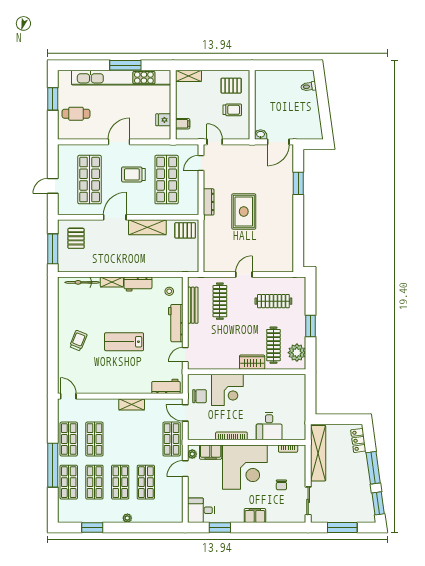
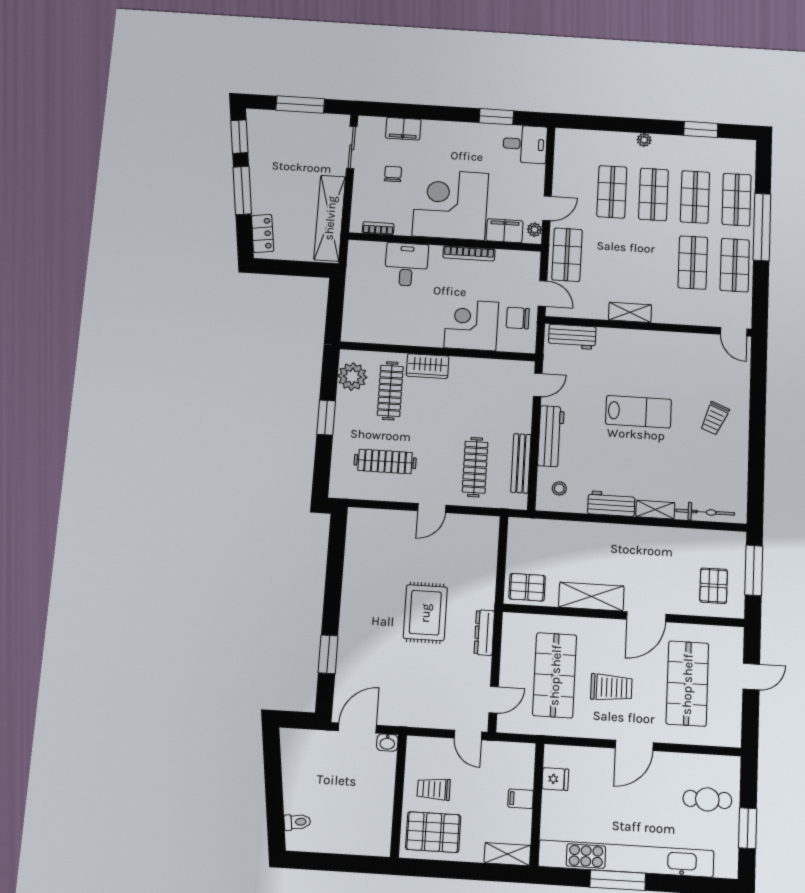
pallet: (231, 86) -> (433, 832), width x1.50, depth x1.42
filing cabinet: (183, 124) -> (521, 799), moved
filing cabinet: (255, 516) -> (403, 129), moved

